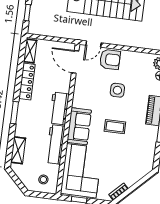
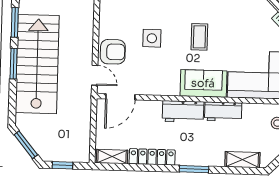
armchair: (110, 59) -> (113, 52), turned 90
workbench: (55, 144) -> (223, 112), width x0.73

